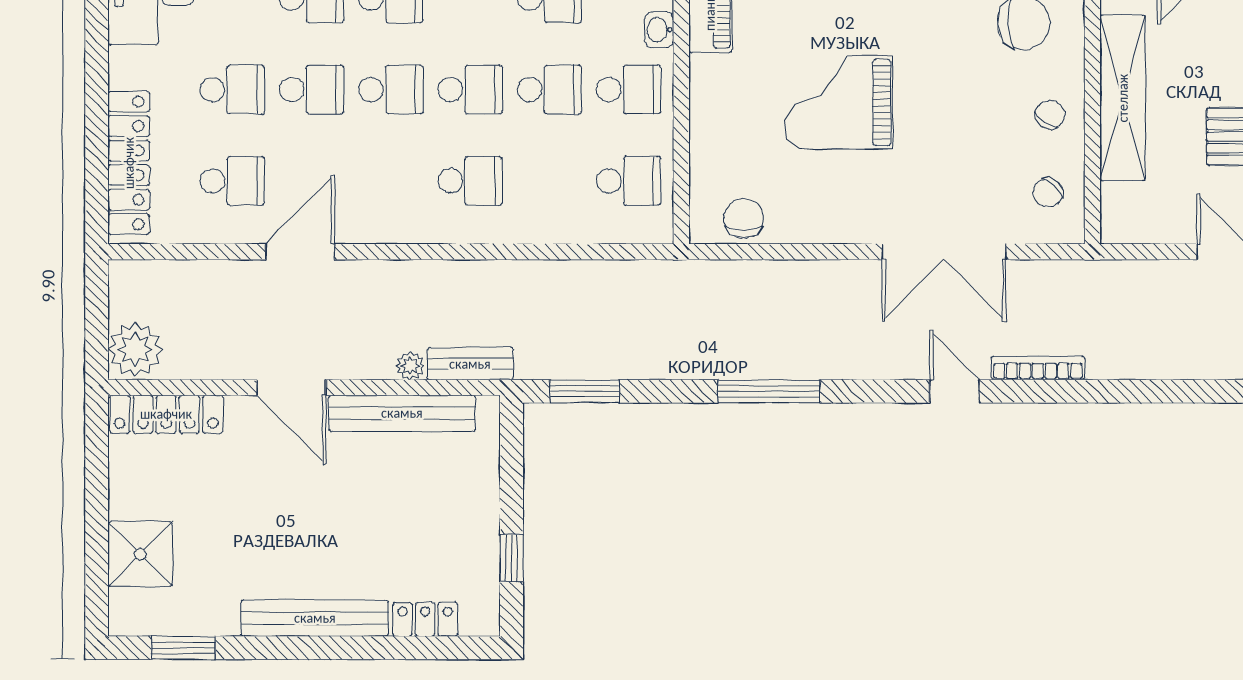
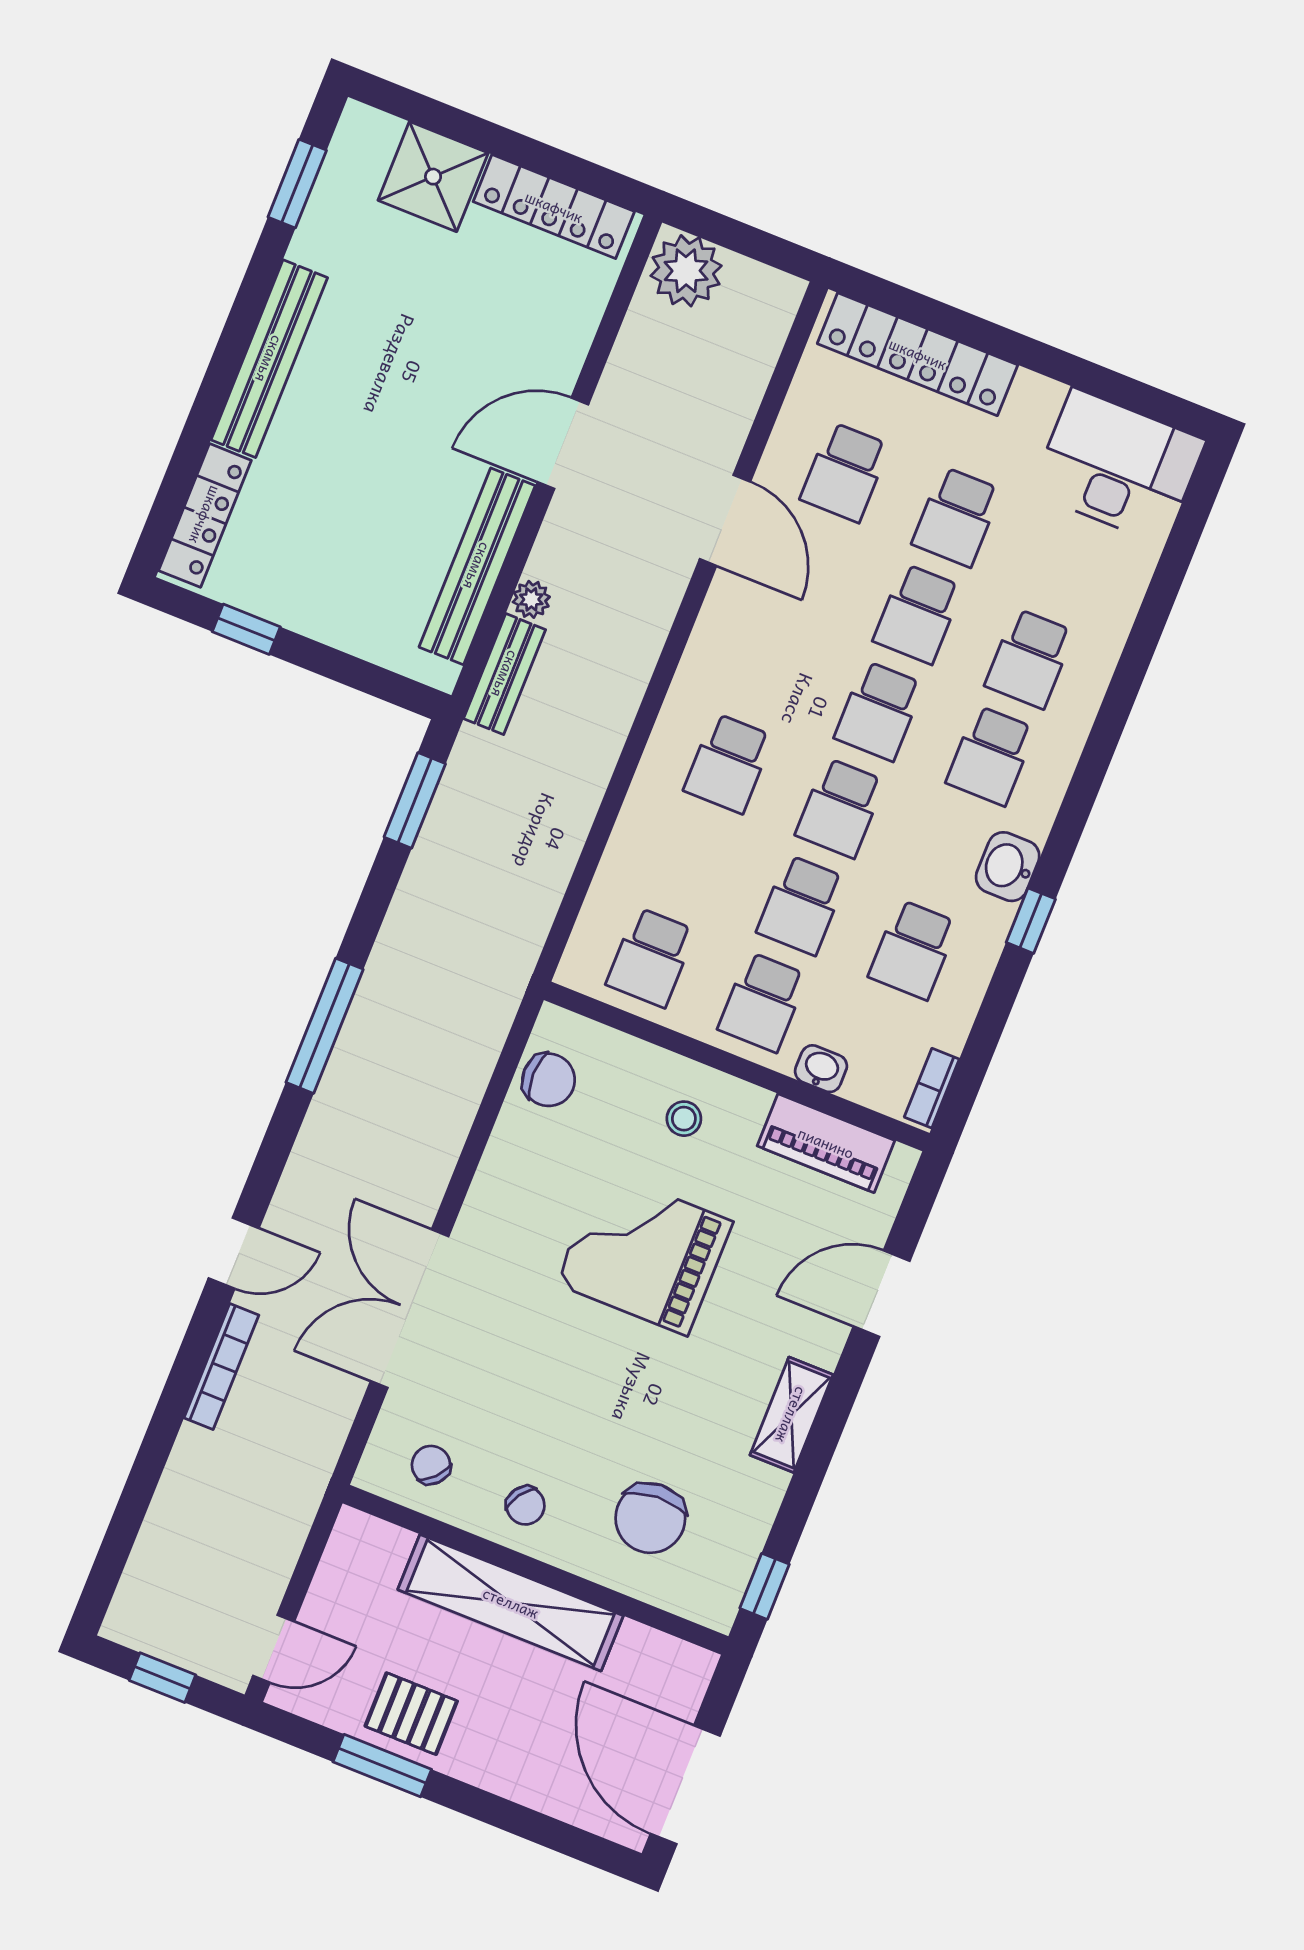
grand piano: (838, 102) -> (644, 1253), turned -90
stool: (733, 112) -> (684, 1119), added
locker: (166, 414) -> (554, 207), moved, turned -90
locker: (425, 619) -> (205, 515), width x1.53

